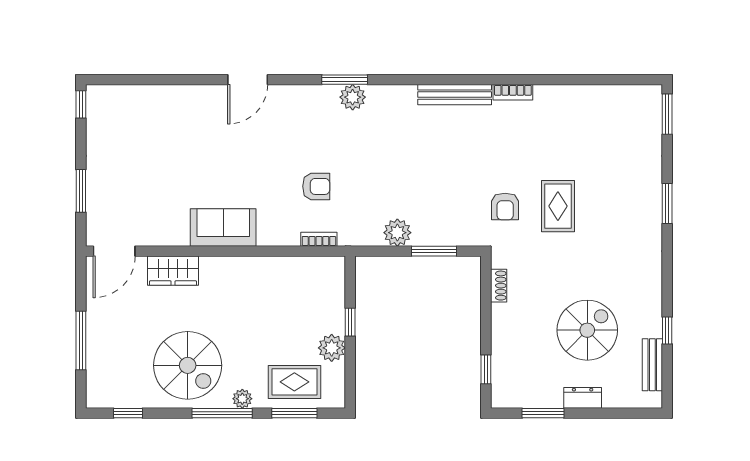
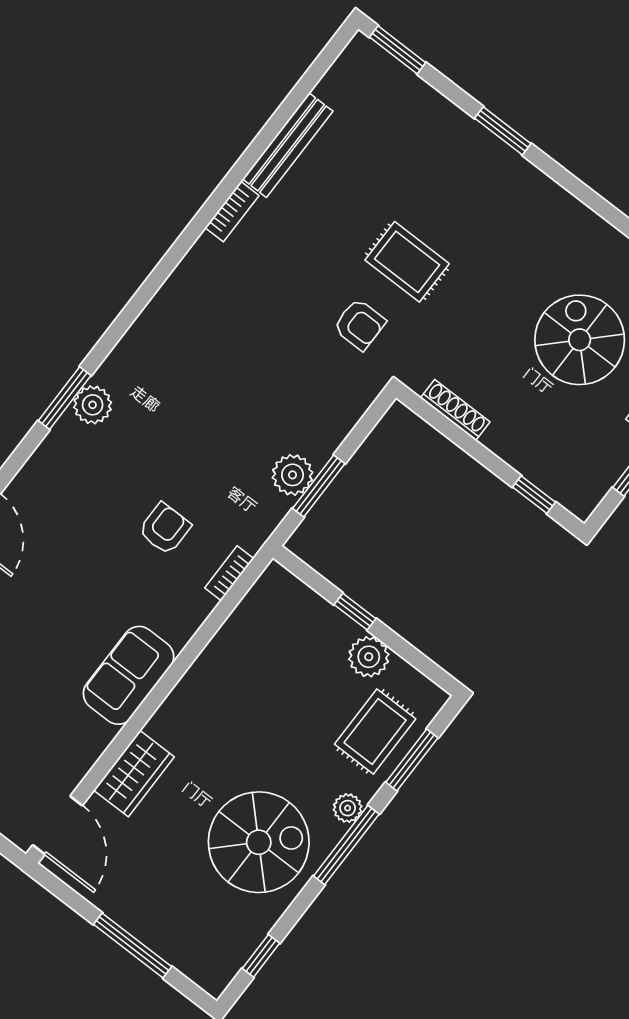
bench: (455, 95) -> (288, 145), moved
window: (434, 251) -> (319, 486), moved
shoe rack: (499, 286) -> (455, 410), width x1.43

